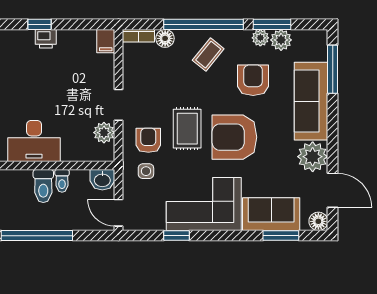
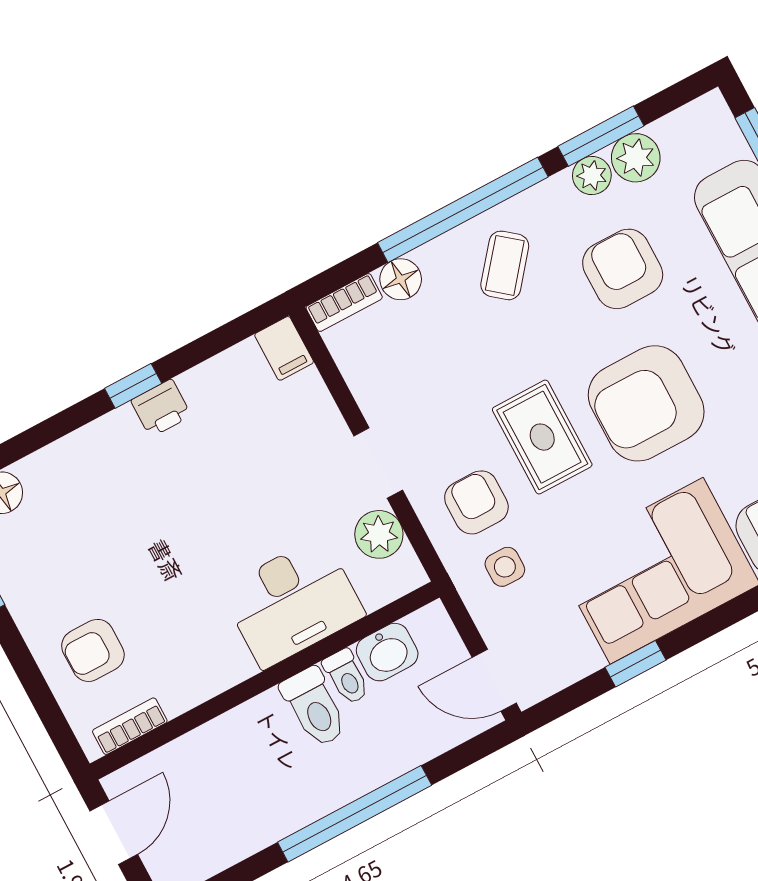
desk: (34, 141) -> (293, 602), moved
washbasin: (102, 180) -> (387, 652), moved

